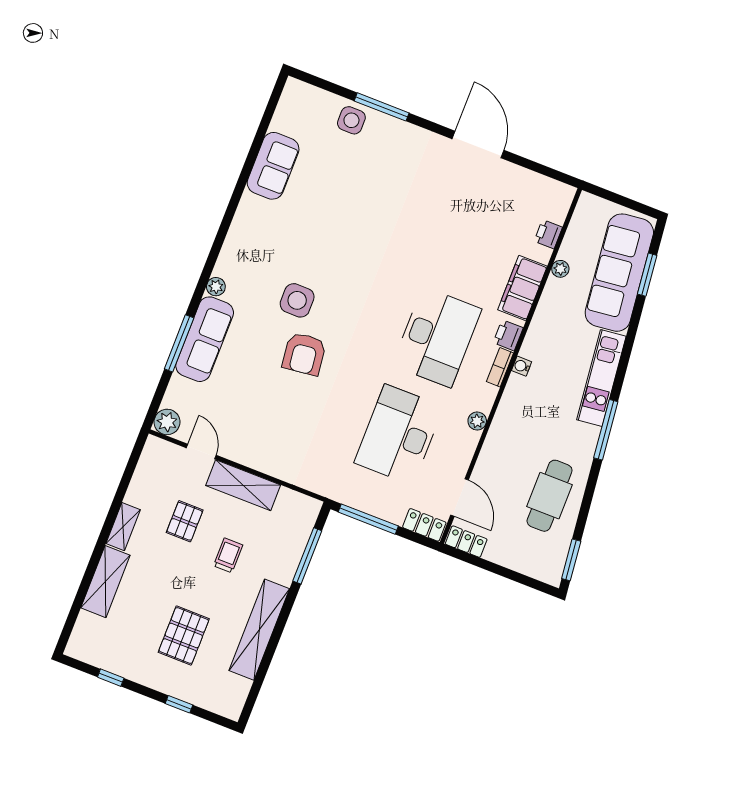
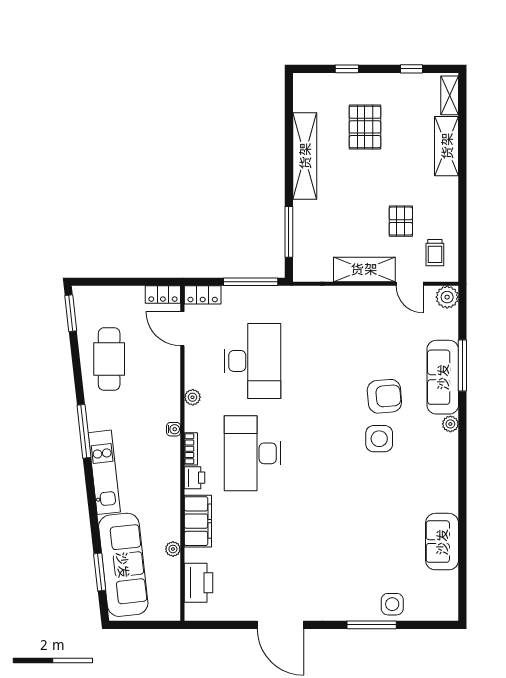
printer: (548, 234) -> (199, 583), width x1.87, depth x1.48
armchair: (304, 354) -> (384, 396), moved, turned 92
water cooler: (522, 366) -> (174, 429), moved
shelving: (123, 527) -> (450, 95), moved
trolley: (228, 555) -> (435, 253), moved

